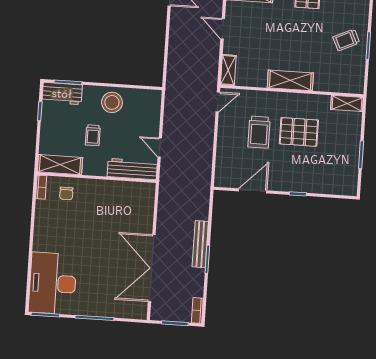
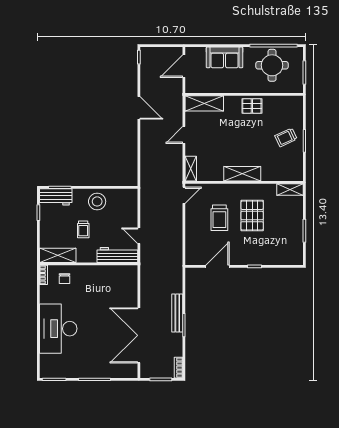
door: (223, 29) -> (184, 135), hinge flipped
pallet: (299, 132) -> (252, 216), turned 90
desk: (53, 283) -> (58, 329), moved

